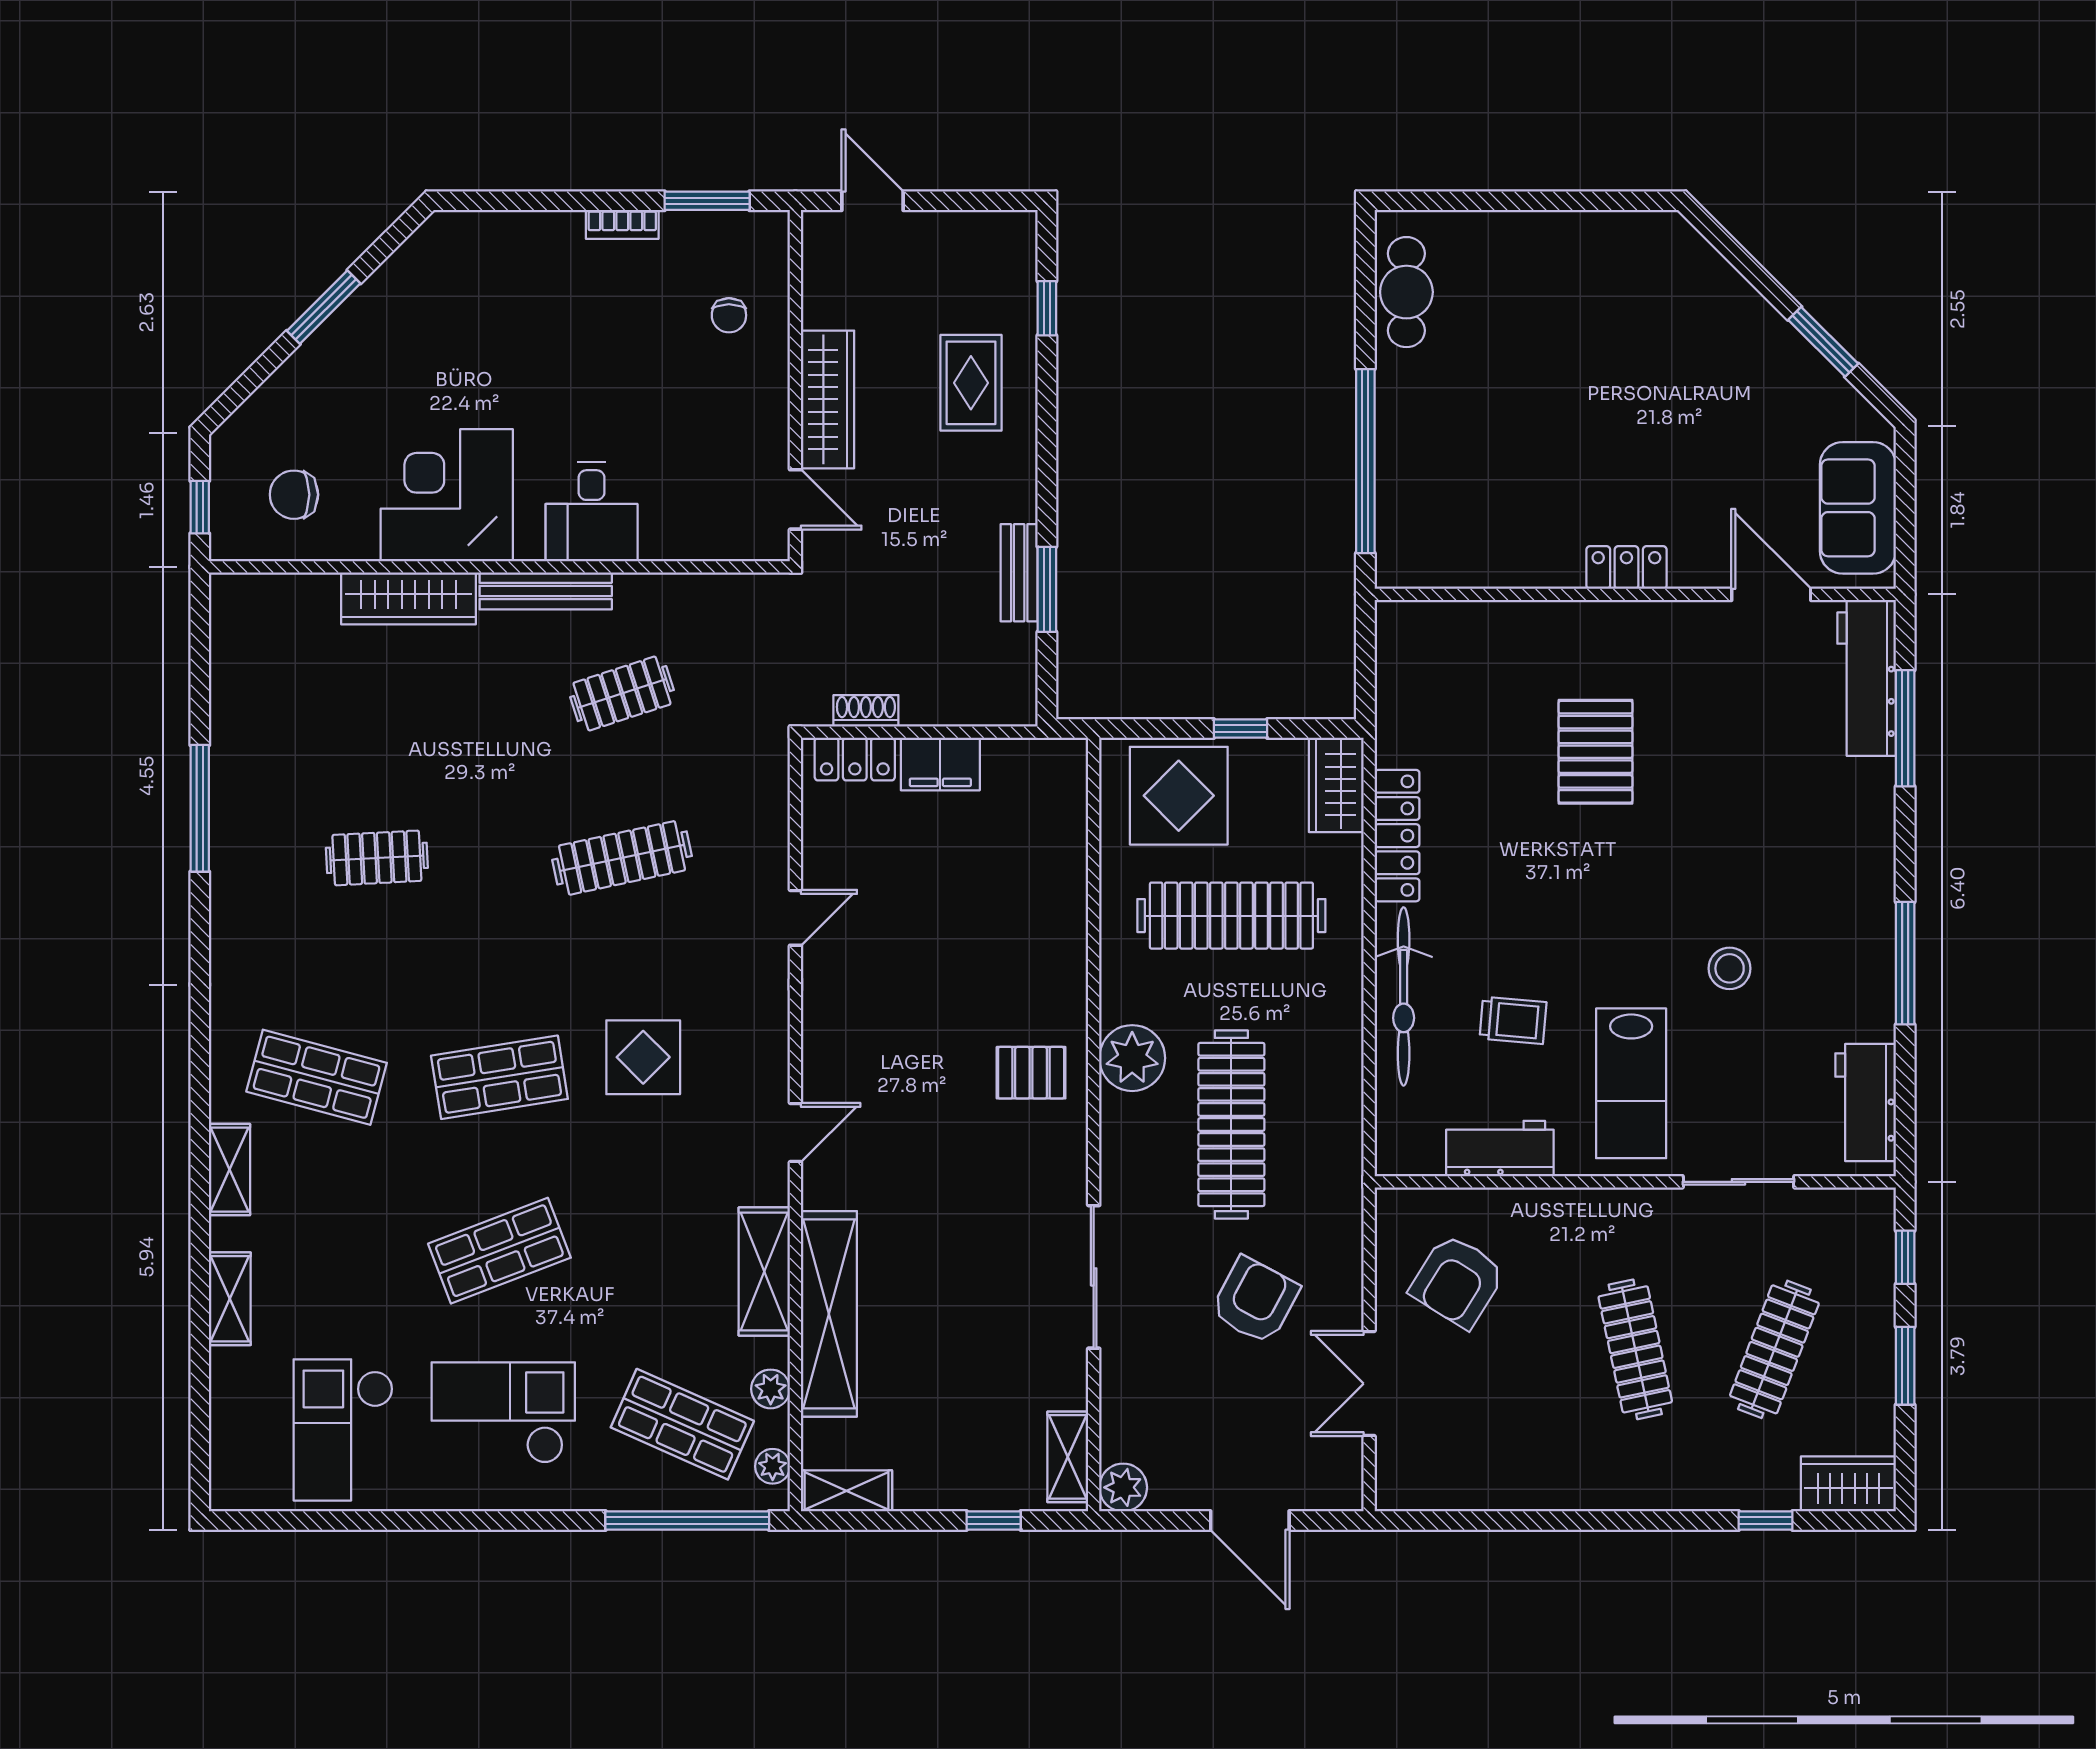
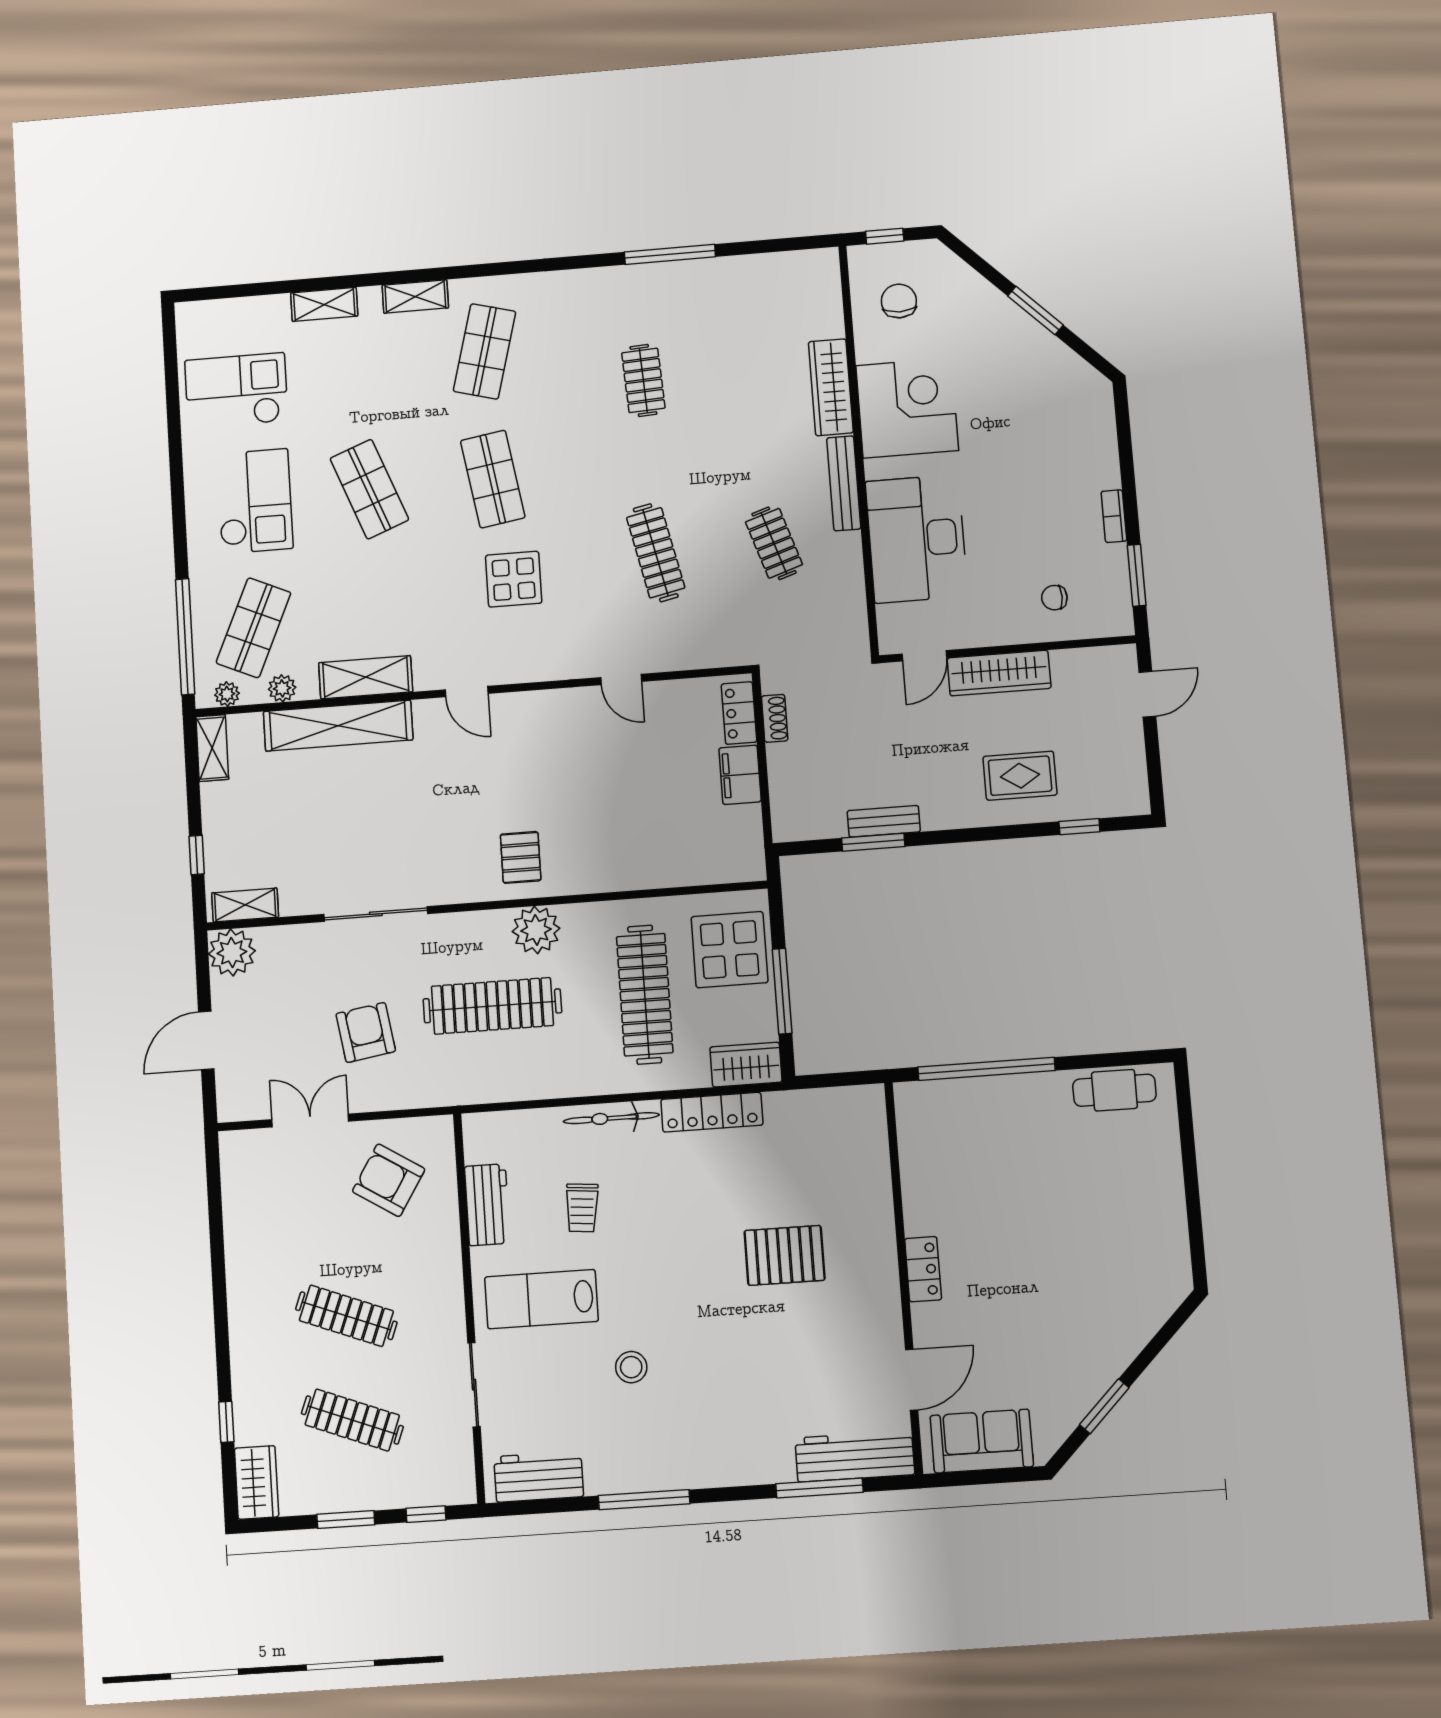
desk: (592, 512) -> (917, 539), width x1.87, depth x1.30
window: (1240, 728) -> (782, 991), width x2.17
bicycle: (1404, 996) -> (611, 1118), width x0.73, depth x0.71
armchair: (1255, 1300) -> (366, 1032), turned -127
clothes rail: (1635, 1349) -> (346, 1316), turned 33
plant: (1123, 1487) -> (232, 952), width x1.36, depth x1.36

